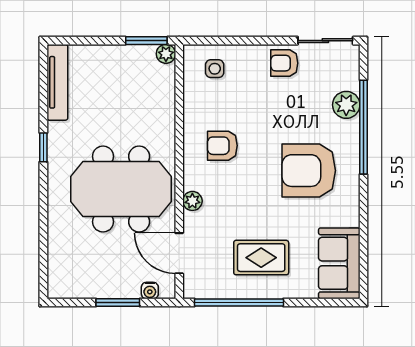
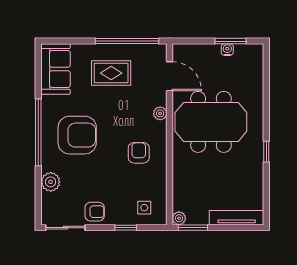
window: (241, 41) -> (126, 228), added
tv unit: (57, 82) -> (237, 218), moved, turned 90
window: (363, 127) -> (38, 132), moved
armchair: (222, 146) -> (139, 153), turned -90
water cooler: (150, 291) -> (227, 50), moved
window: (118, 303) -> (230, 41), moved

